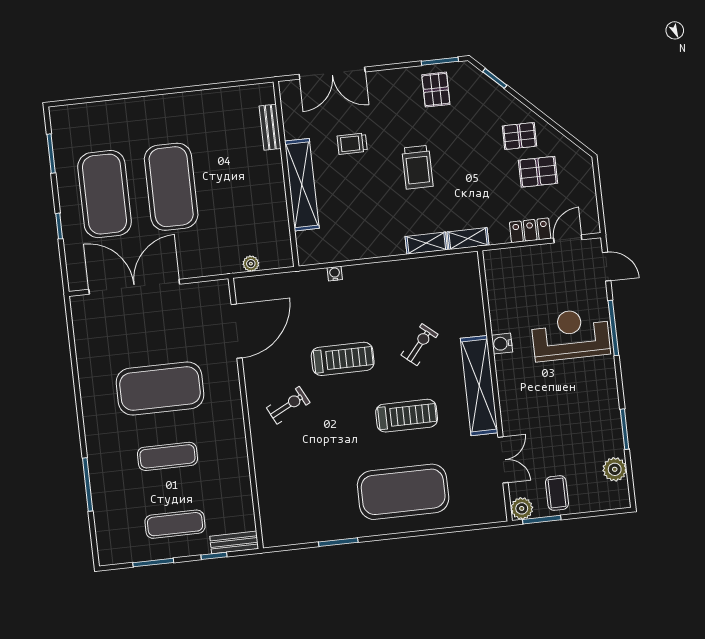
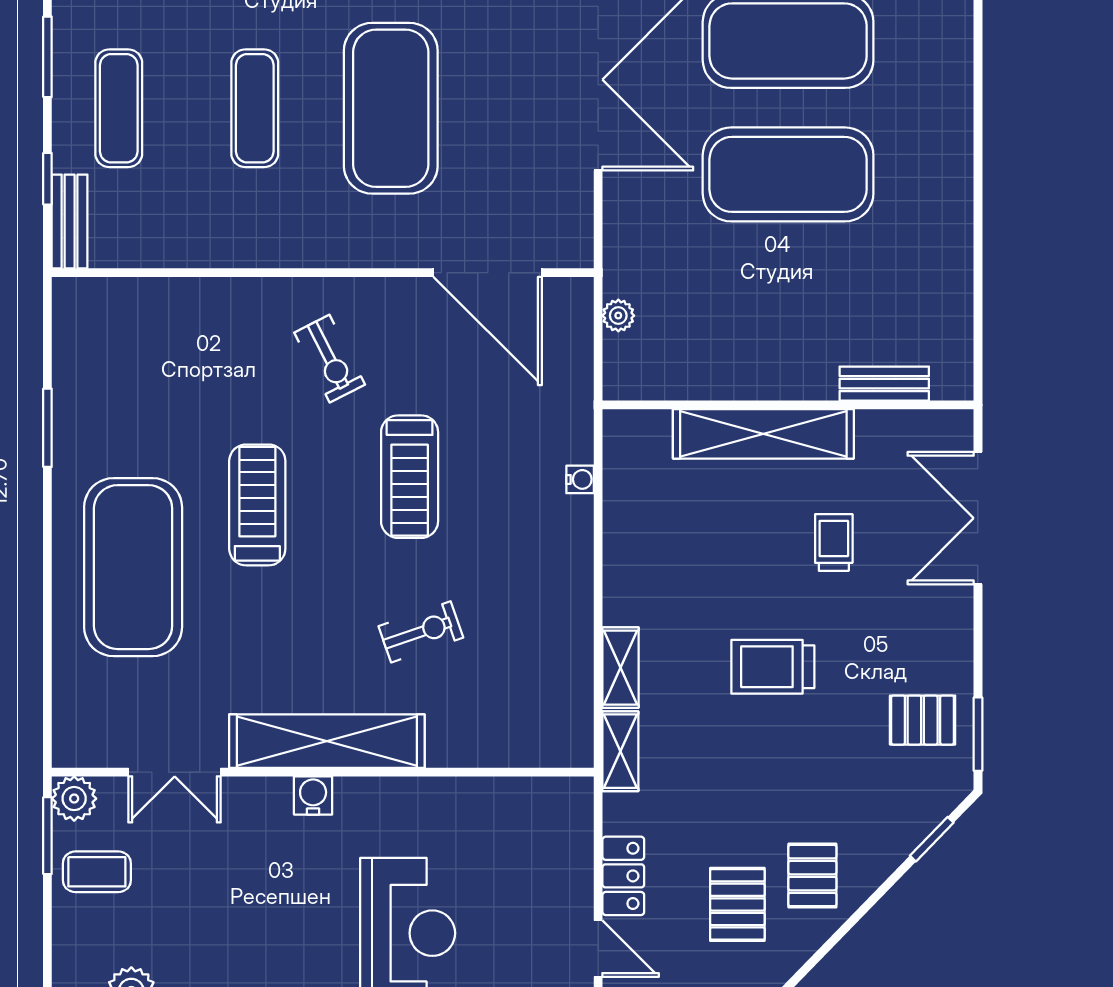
water cooler: (502, 344) -> (313, 795), moved
exercise bike: (420, 345) -> (421, 632), turned -59
treadmill: (407, 416) -> (257, 505), moved, turned 180

